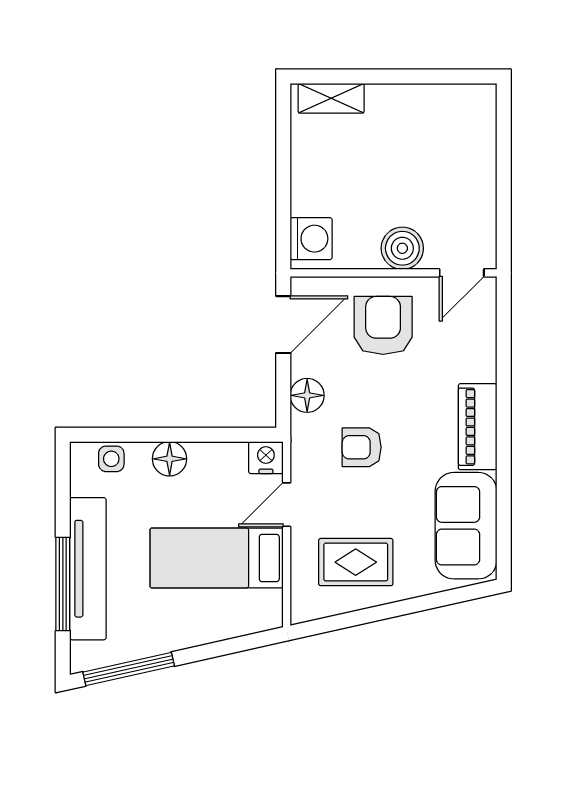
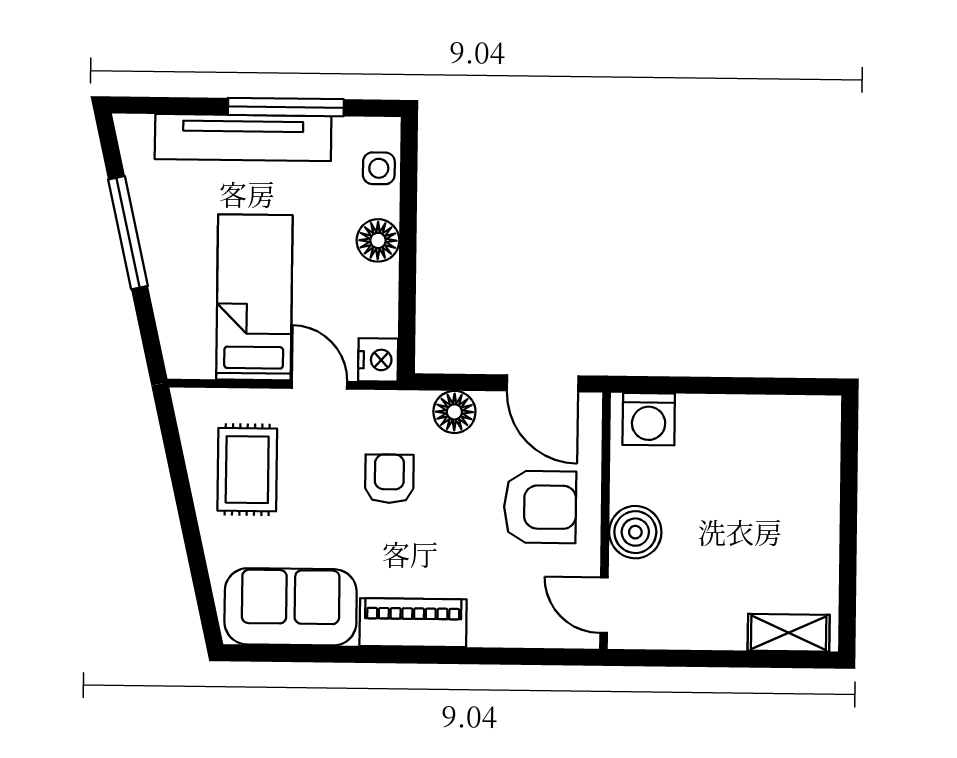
shelving: (331, 98) -> (789, 633), moved, turned 90
window: (63, 584) -> (286, 107), moved
window: (129, 669) -> (128, 233), moved

